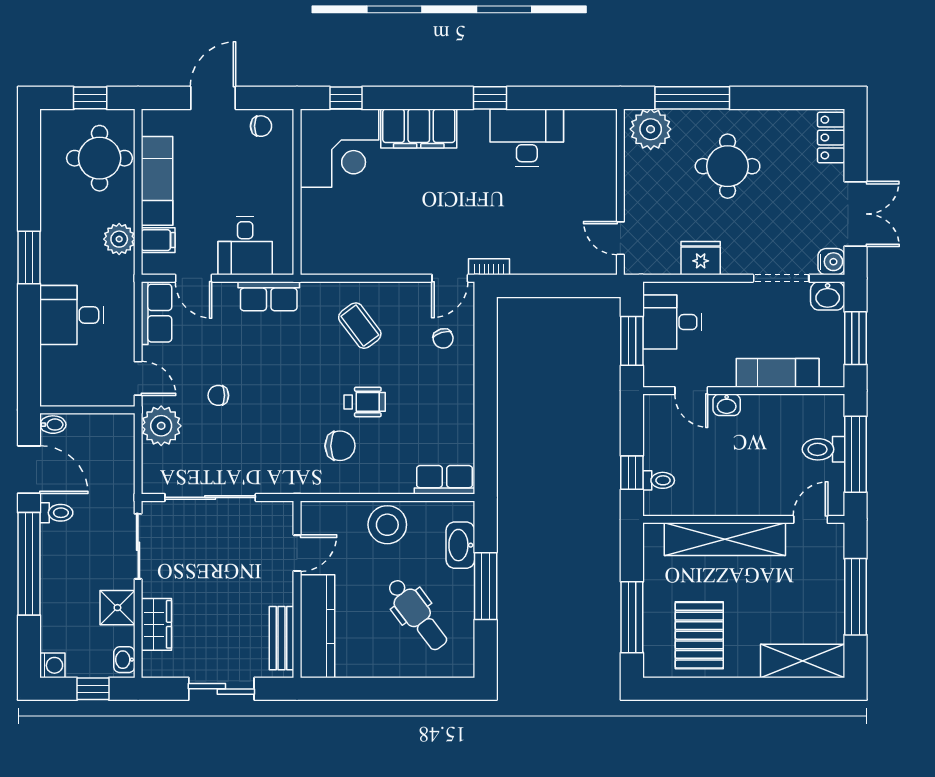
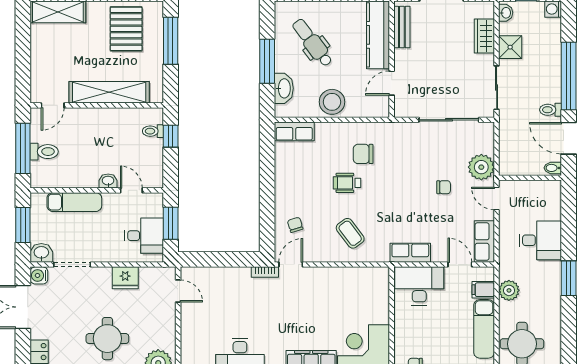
desk: (245, 246) -> (419, 286), width x1.37
window: (856, 597) -> (23, 54), removed

